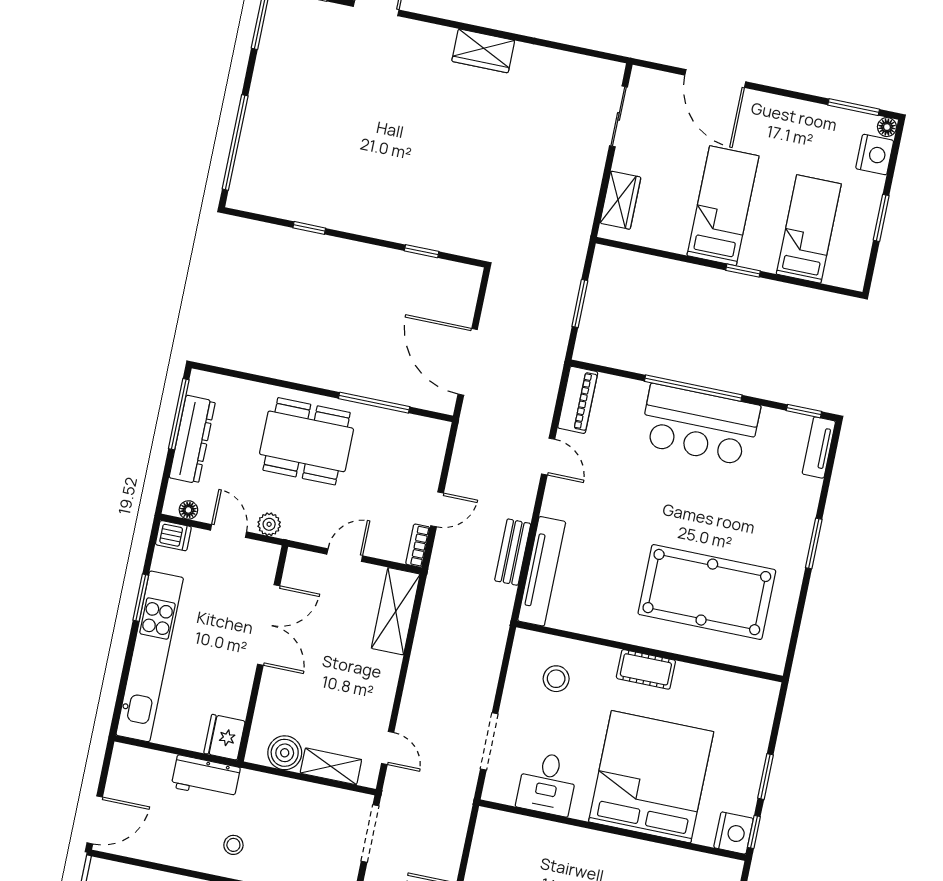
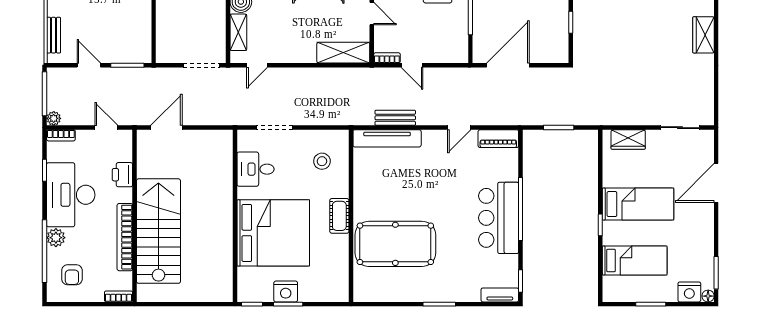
pool table: (707, 592) -> (395, 244), turned 90
nightstand: (734, 833) -> (286, 291), moved

